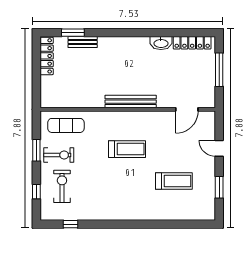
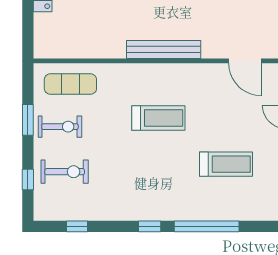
door: (187, 109) -> (245, 61), hinge flipped
exercise bike: (62, 186) -> (65, 172), turned 90
window: (121, 224) -> (150, 226), added
window: (160, 224) -> (207, 226), added

